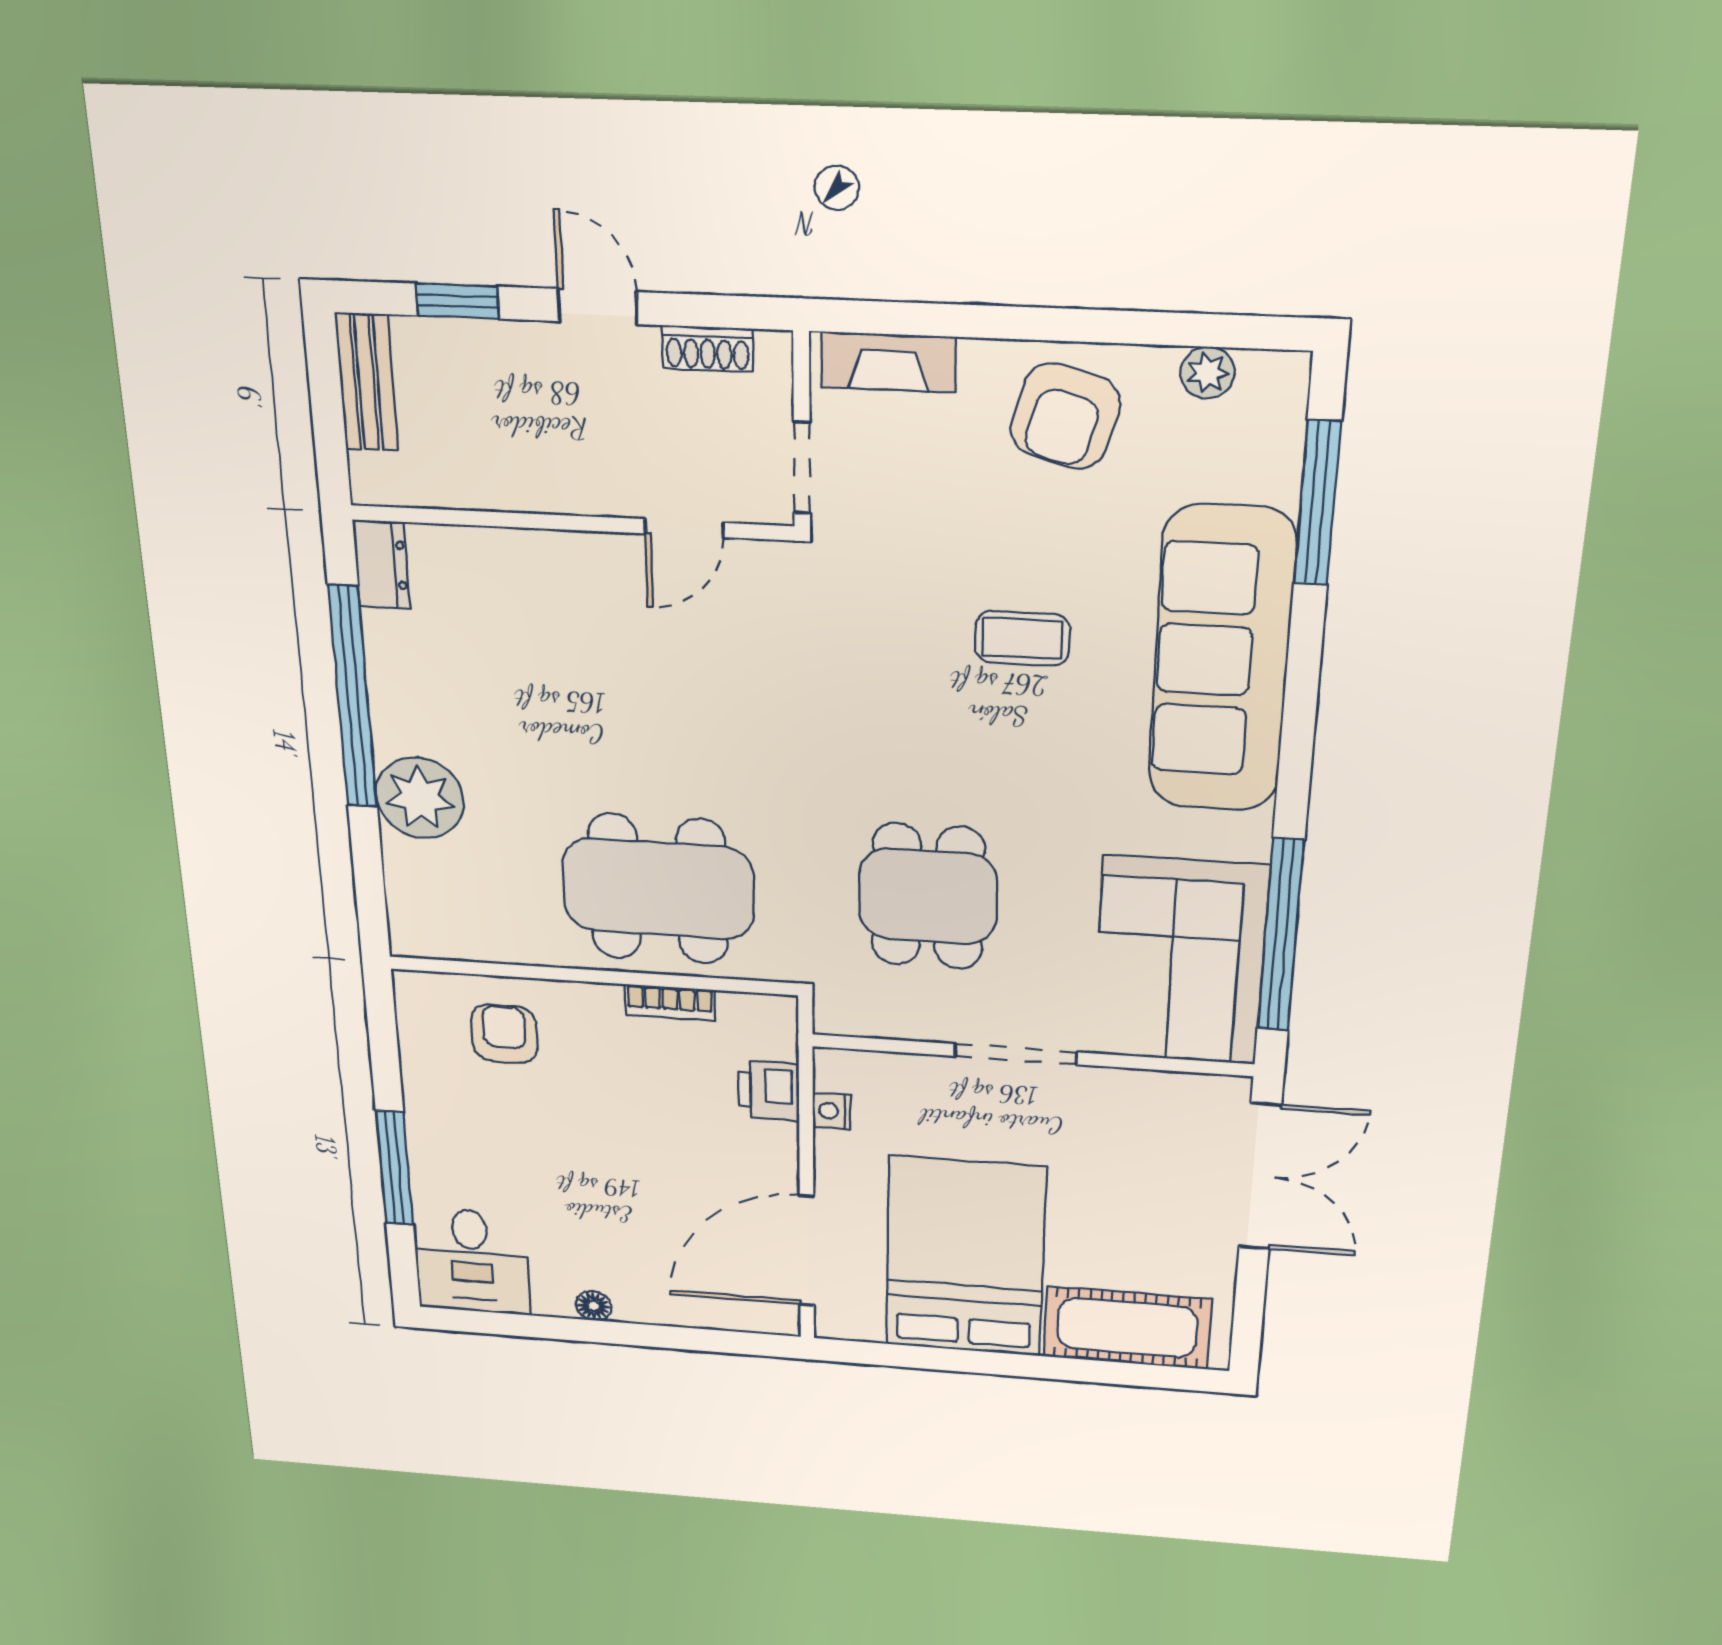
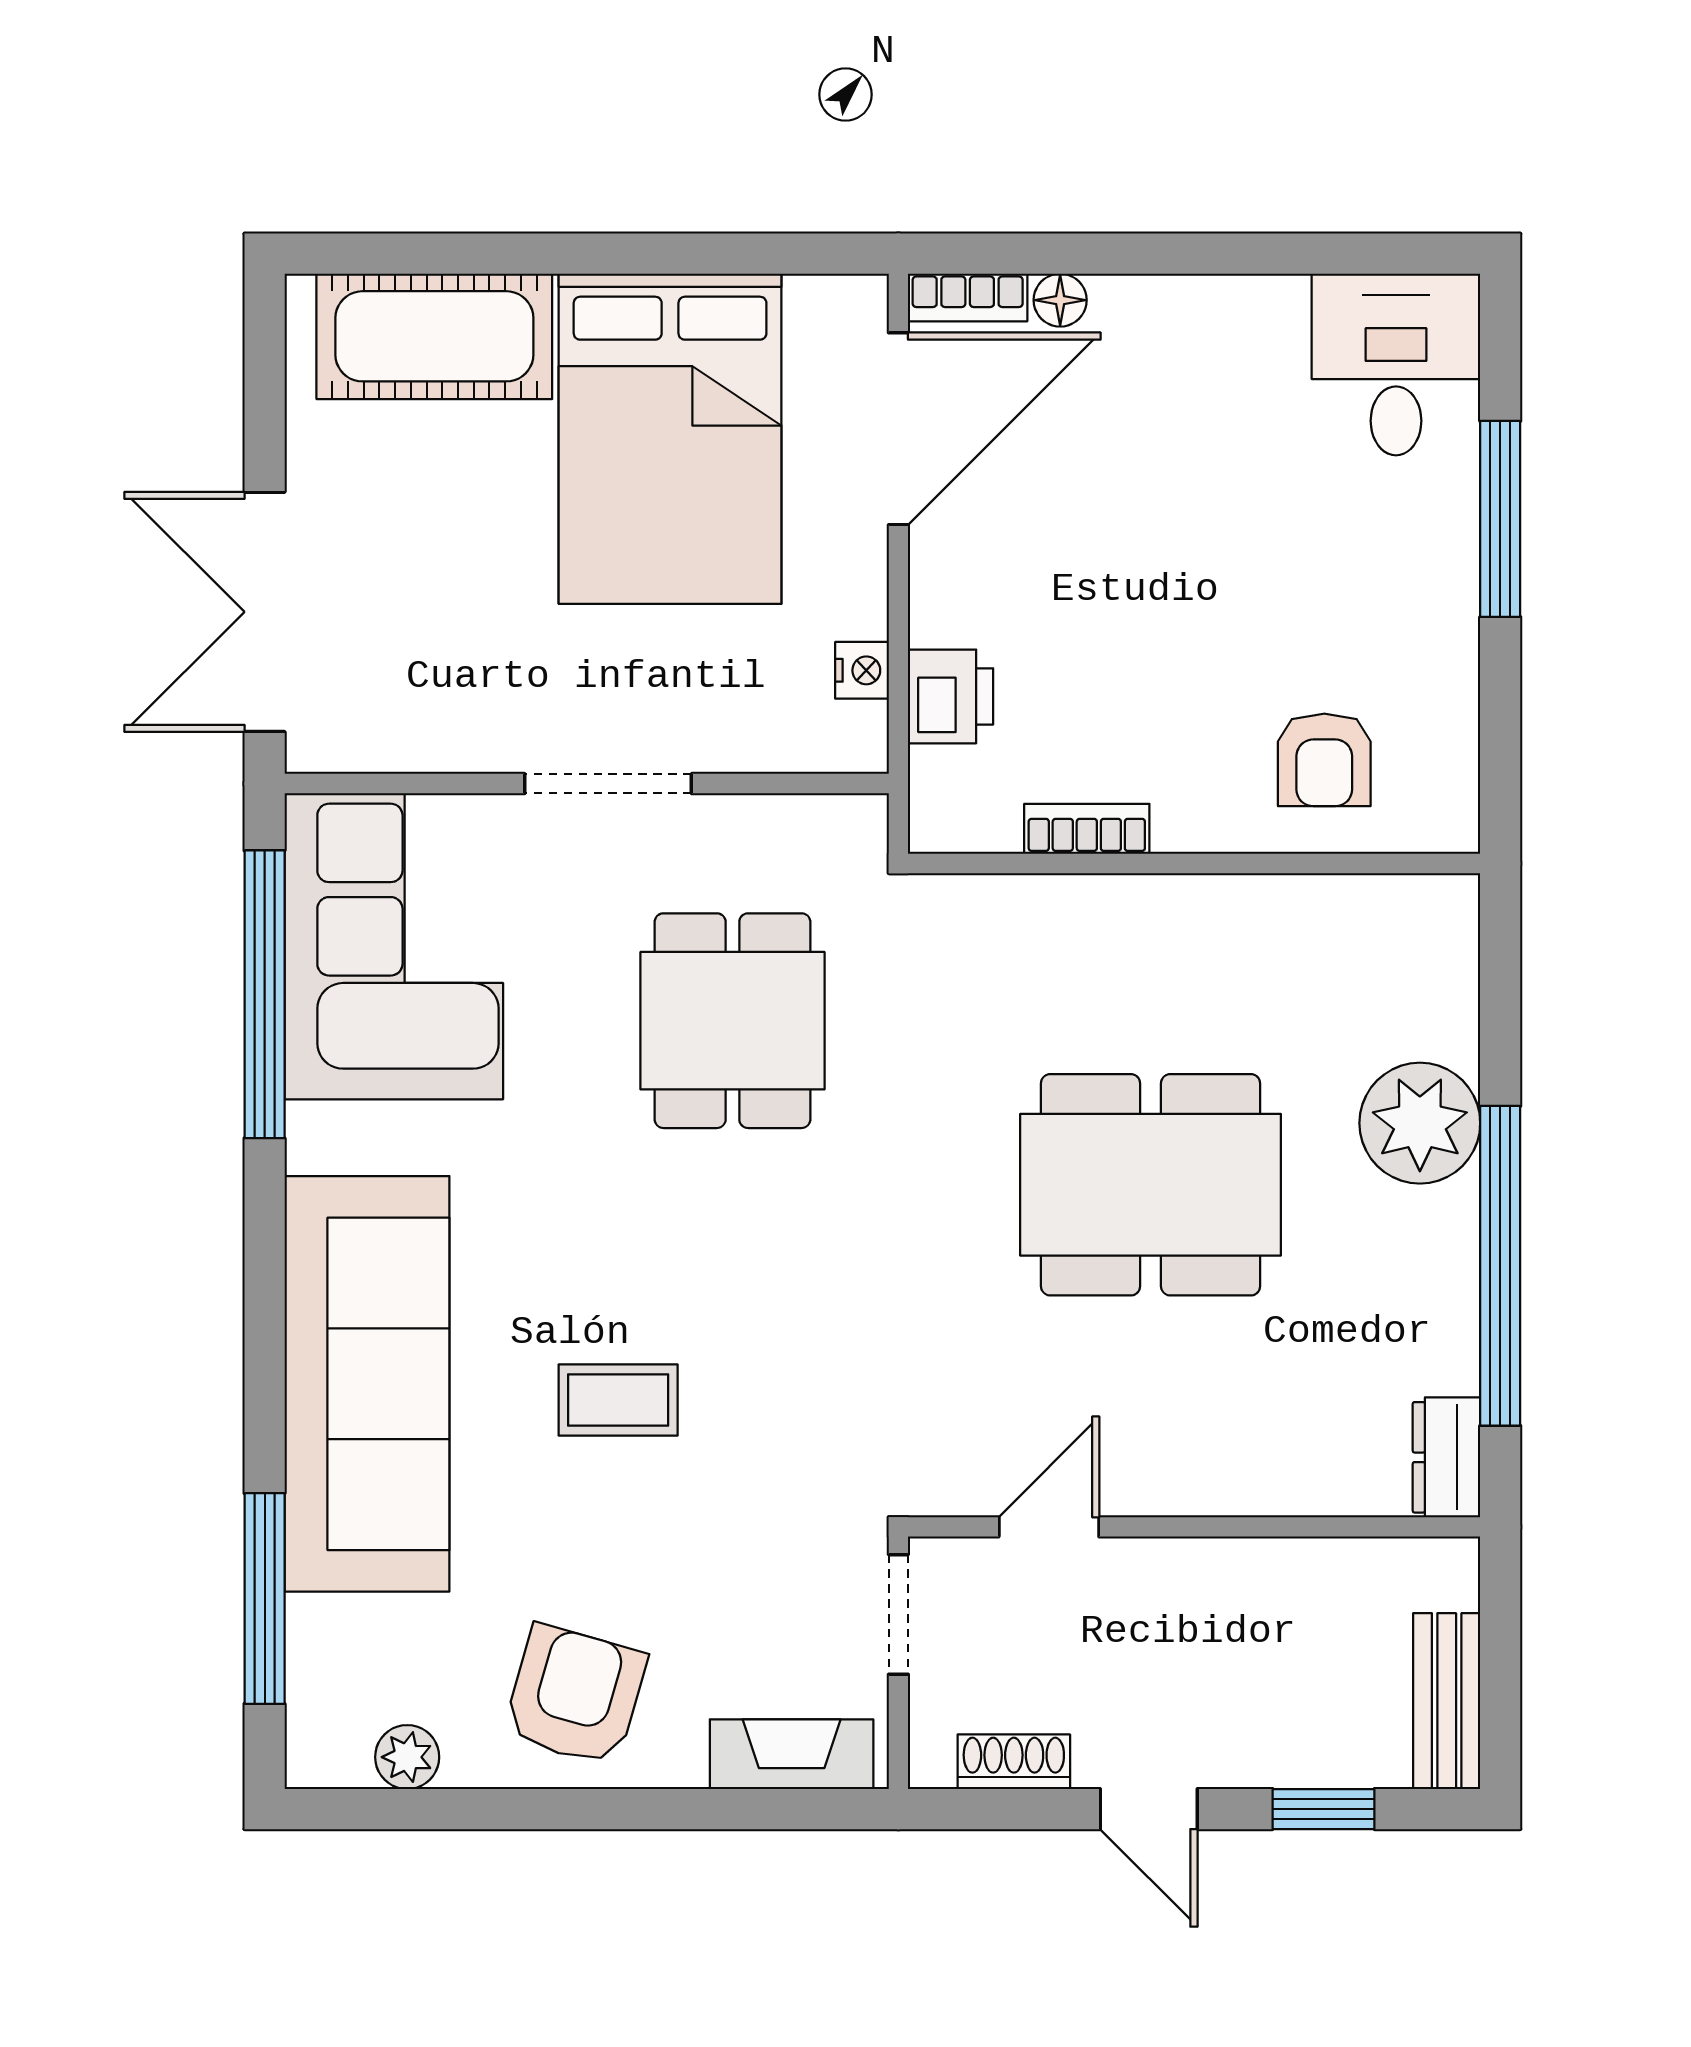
dining table: (658, 889) -> (1151, 1185), moved
floor lamp: (594, 1306) -> (1060, 300), moved
bookcase: (760, 1321) -> (968, 297), added

